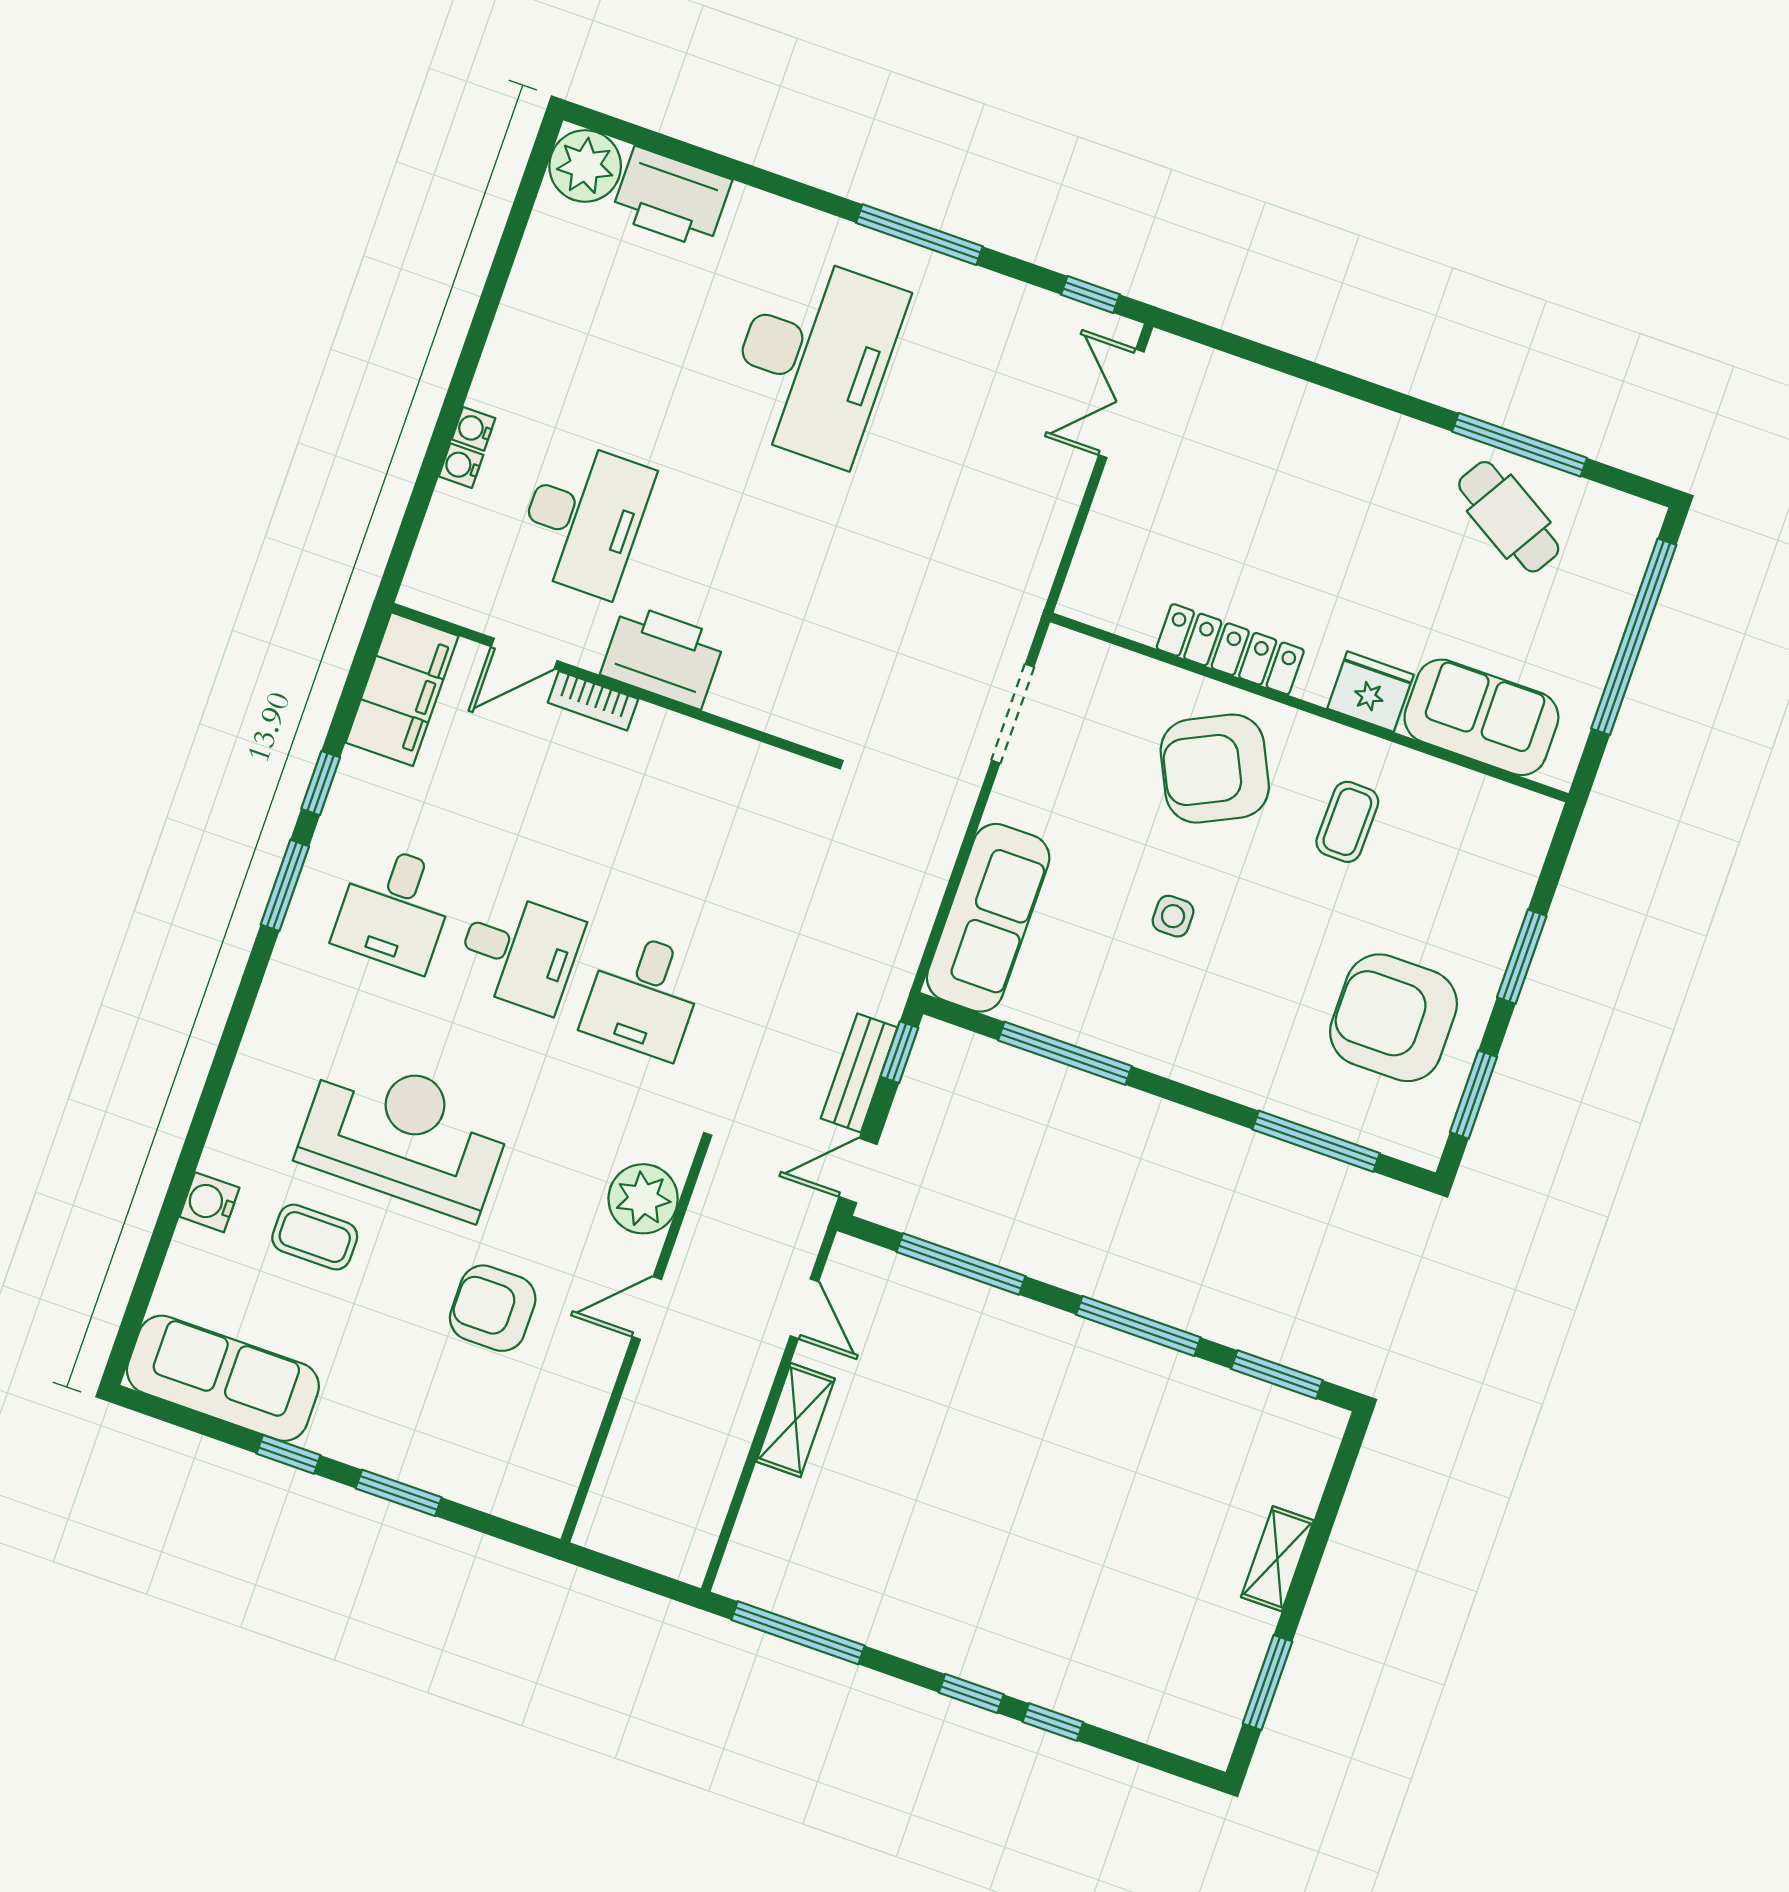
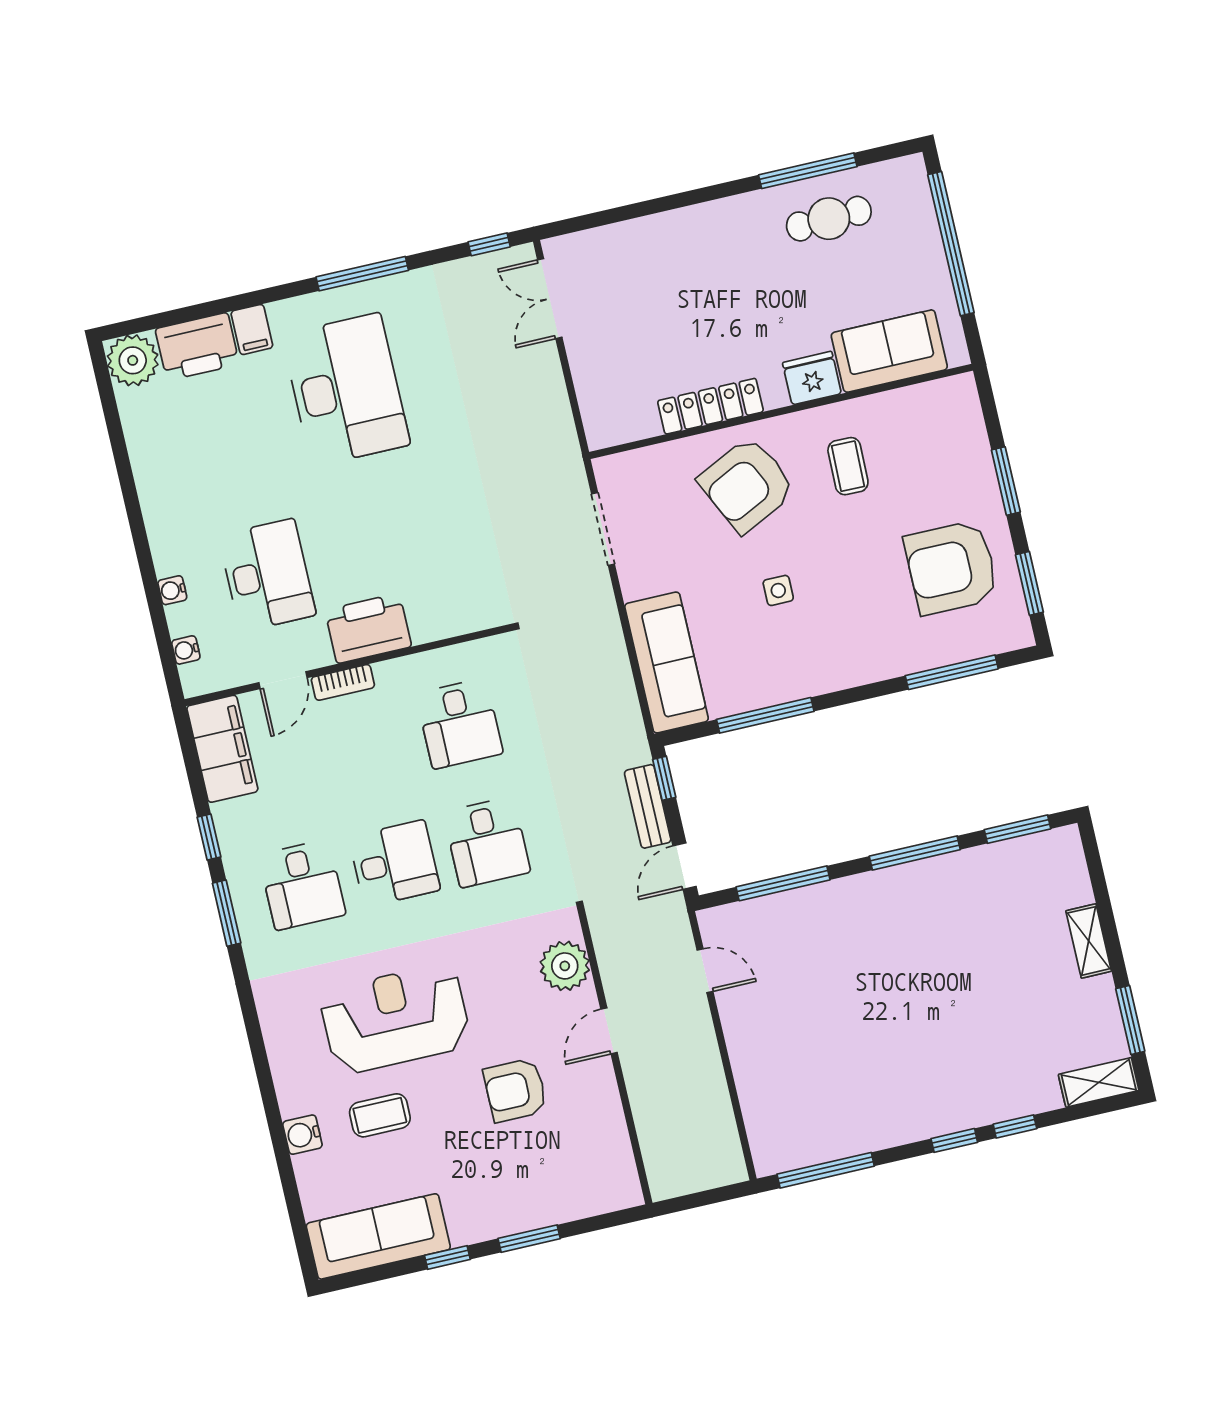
filing cabinet: (748, 218) -> (252, 329), added
water cooler: (473, 429) -> (186, 650), moved
cafe table: (1509, 517) -> (829, 219), turned -33
desk: (700, 836) -> (459, 723), added
shelving: (795, 1420) -> (1099, 1082), moved, turned 90

